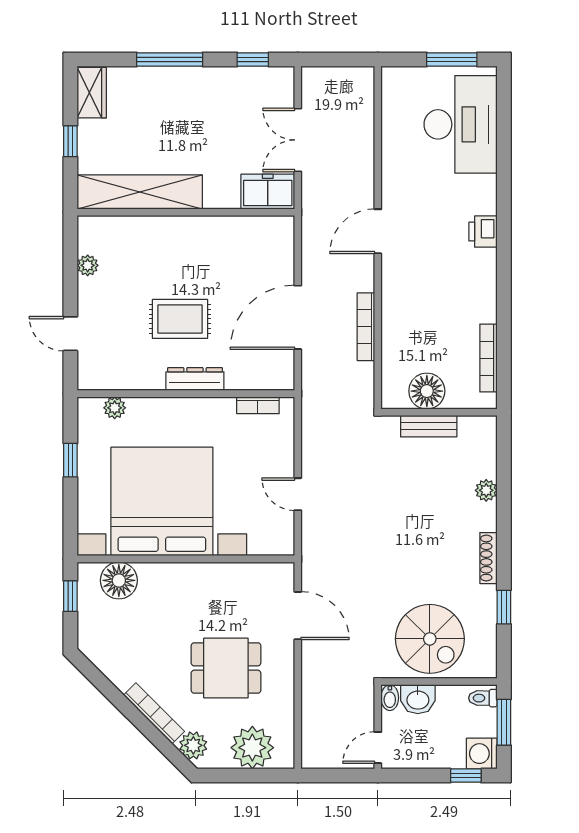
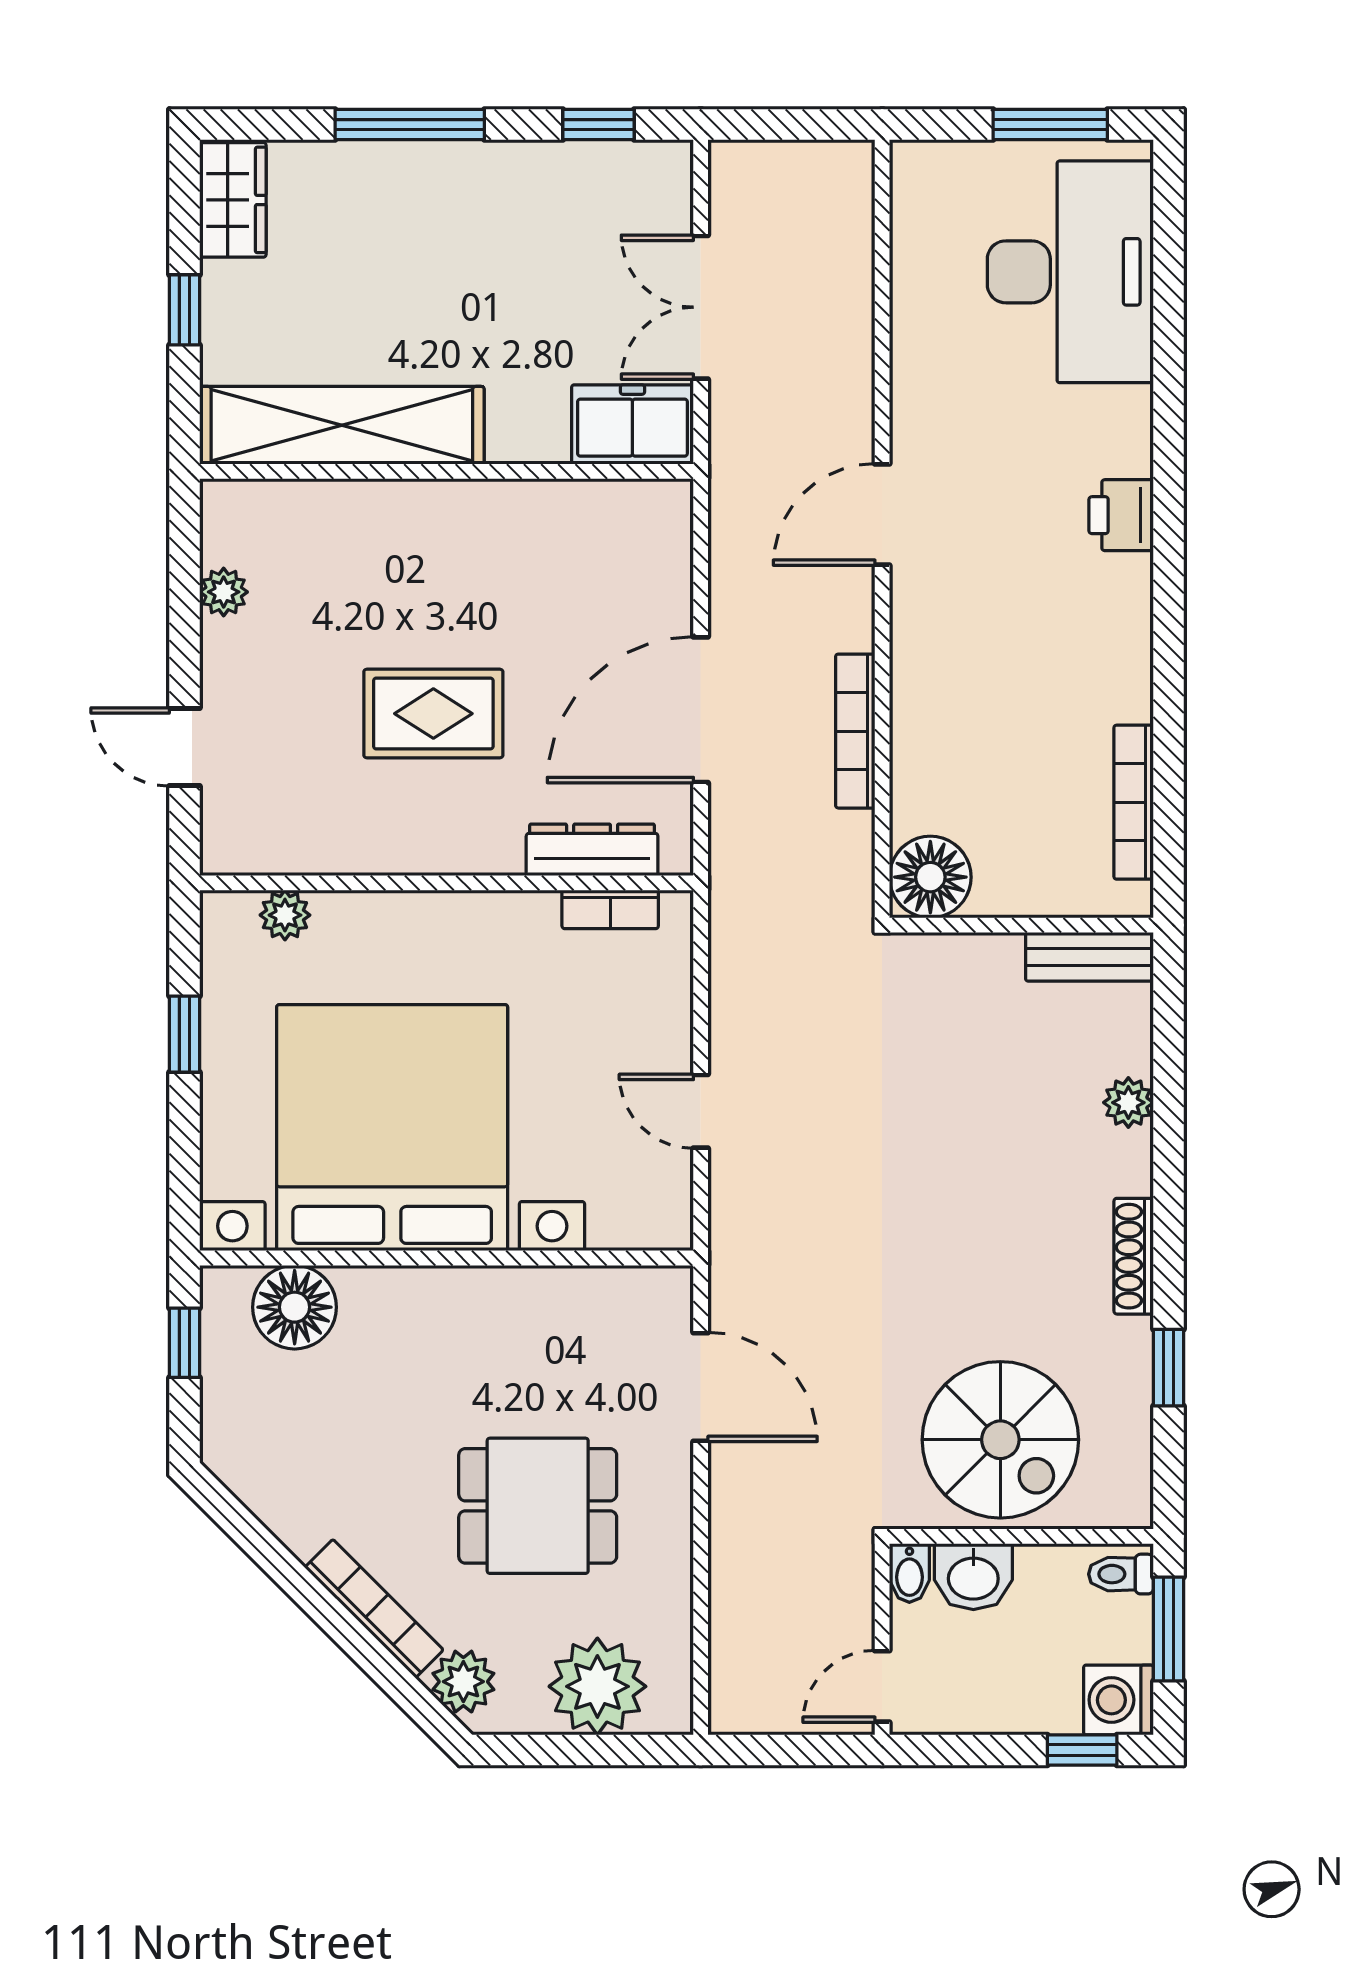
dresser: (195, 379) -> (592, 850), moved
floor lamp: (427, 391) -> (930, 877), moved
bench: (429, 426) -> (1089, 957), moved

